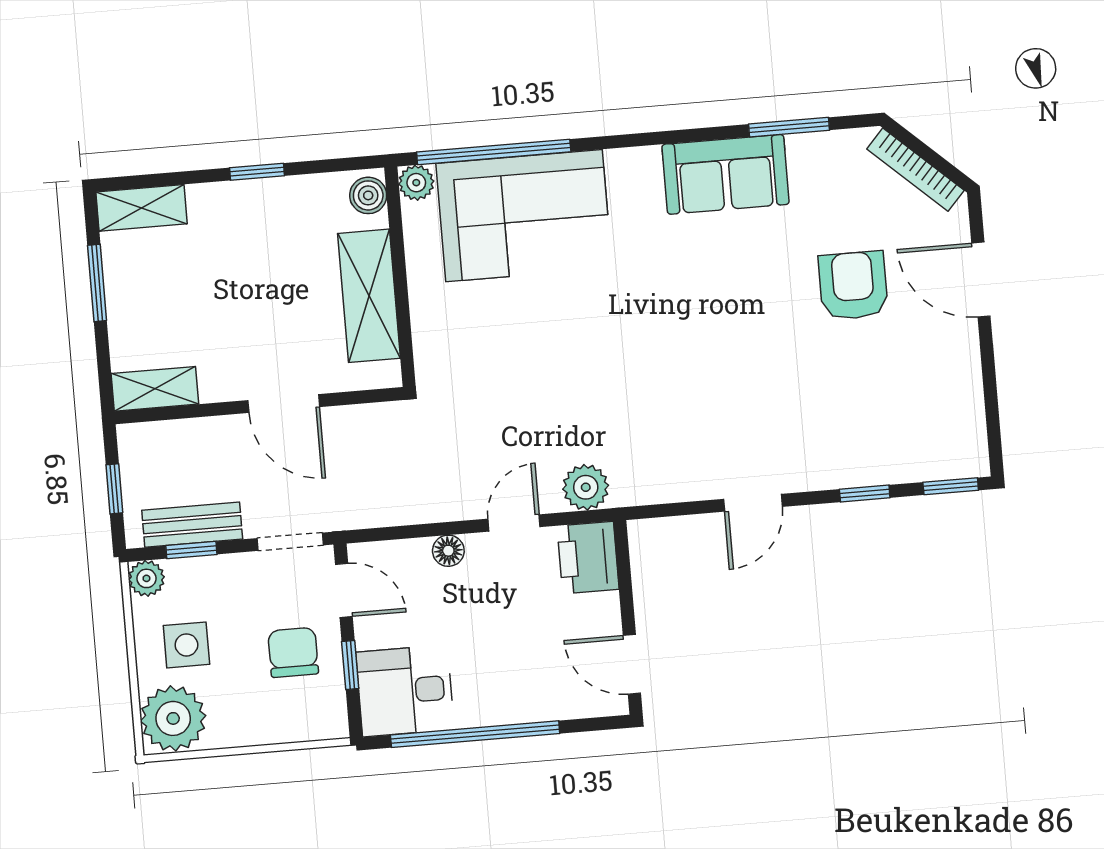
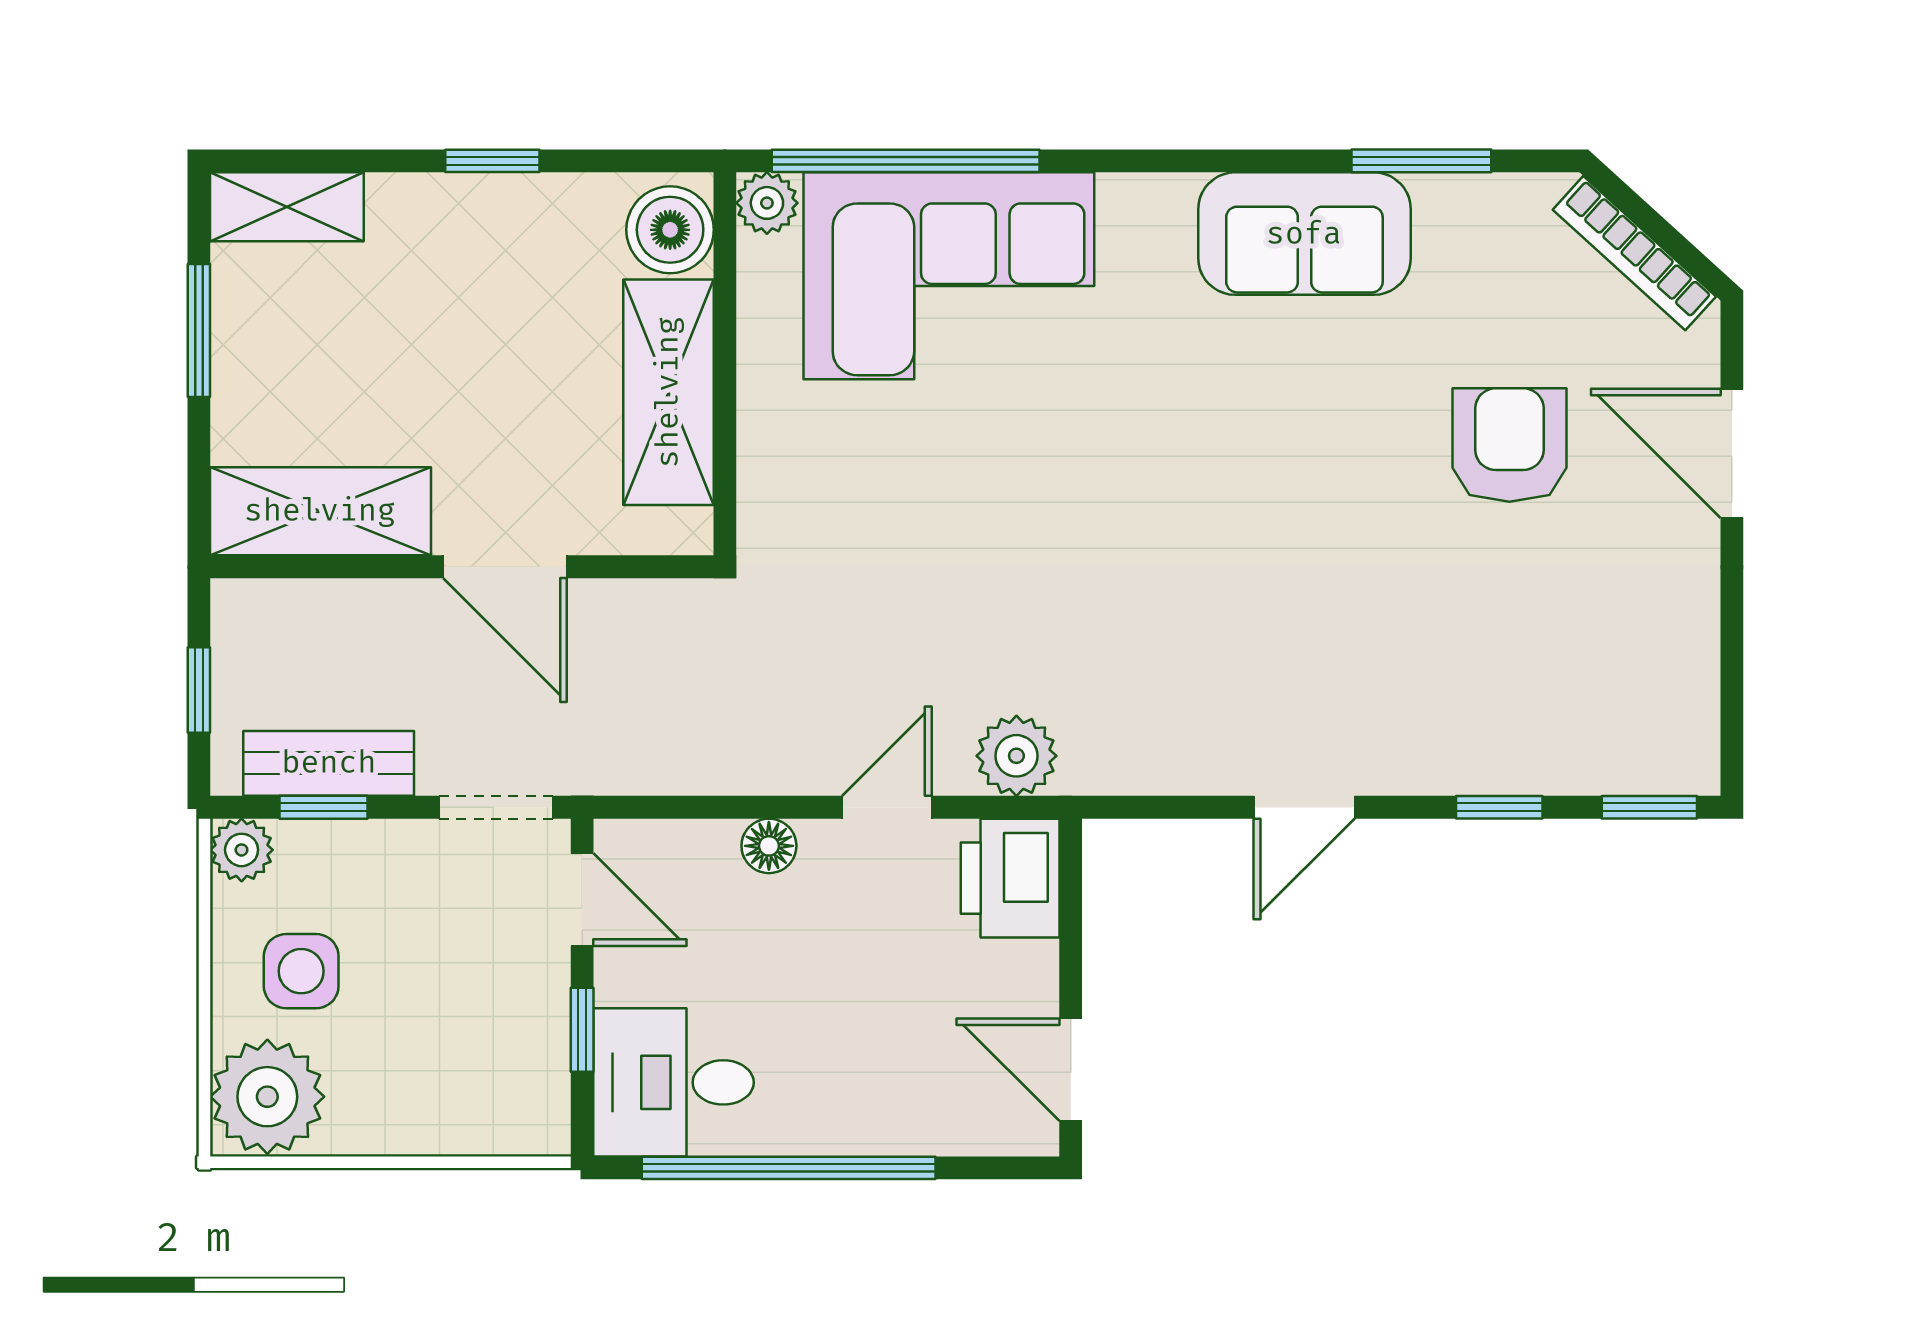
boiler: (368, 195) -> (670, 230), width x1.36, depth x1.36
shelving: (155, 389) -> (320, 511), width x1.50, depth x1.33
chair: (293, 652) -> (485, 1000), removed

